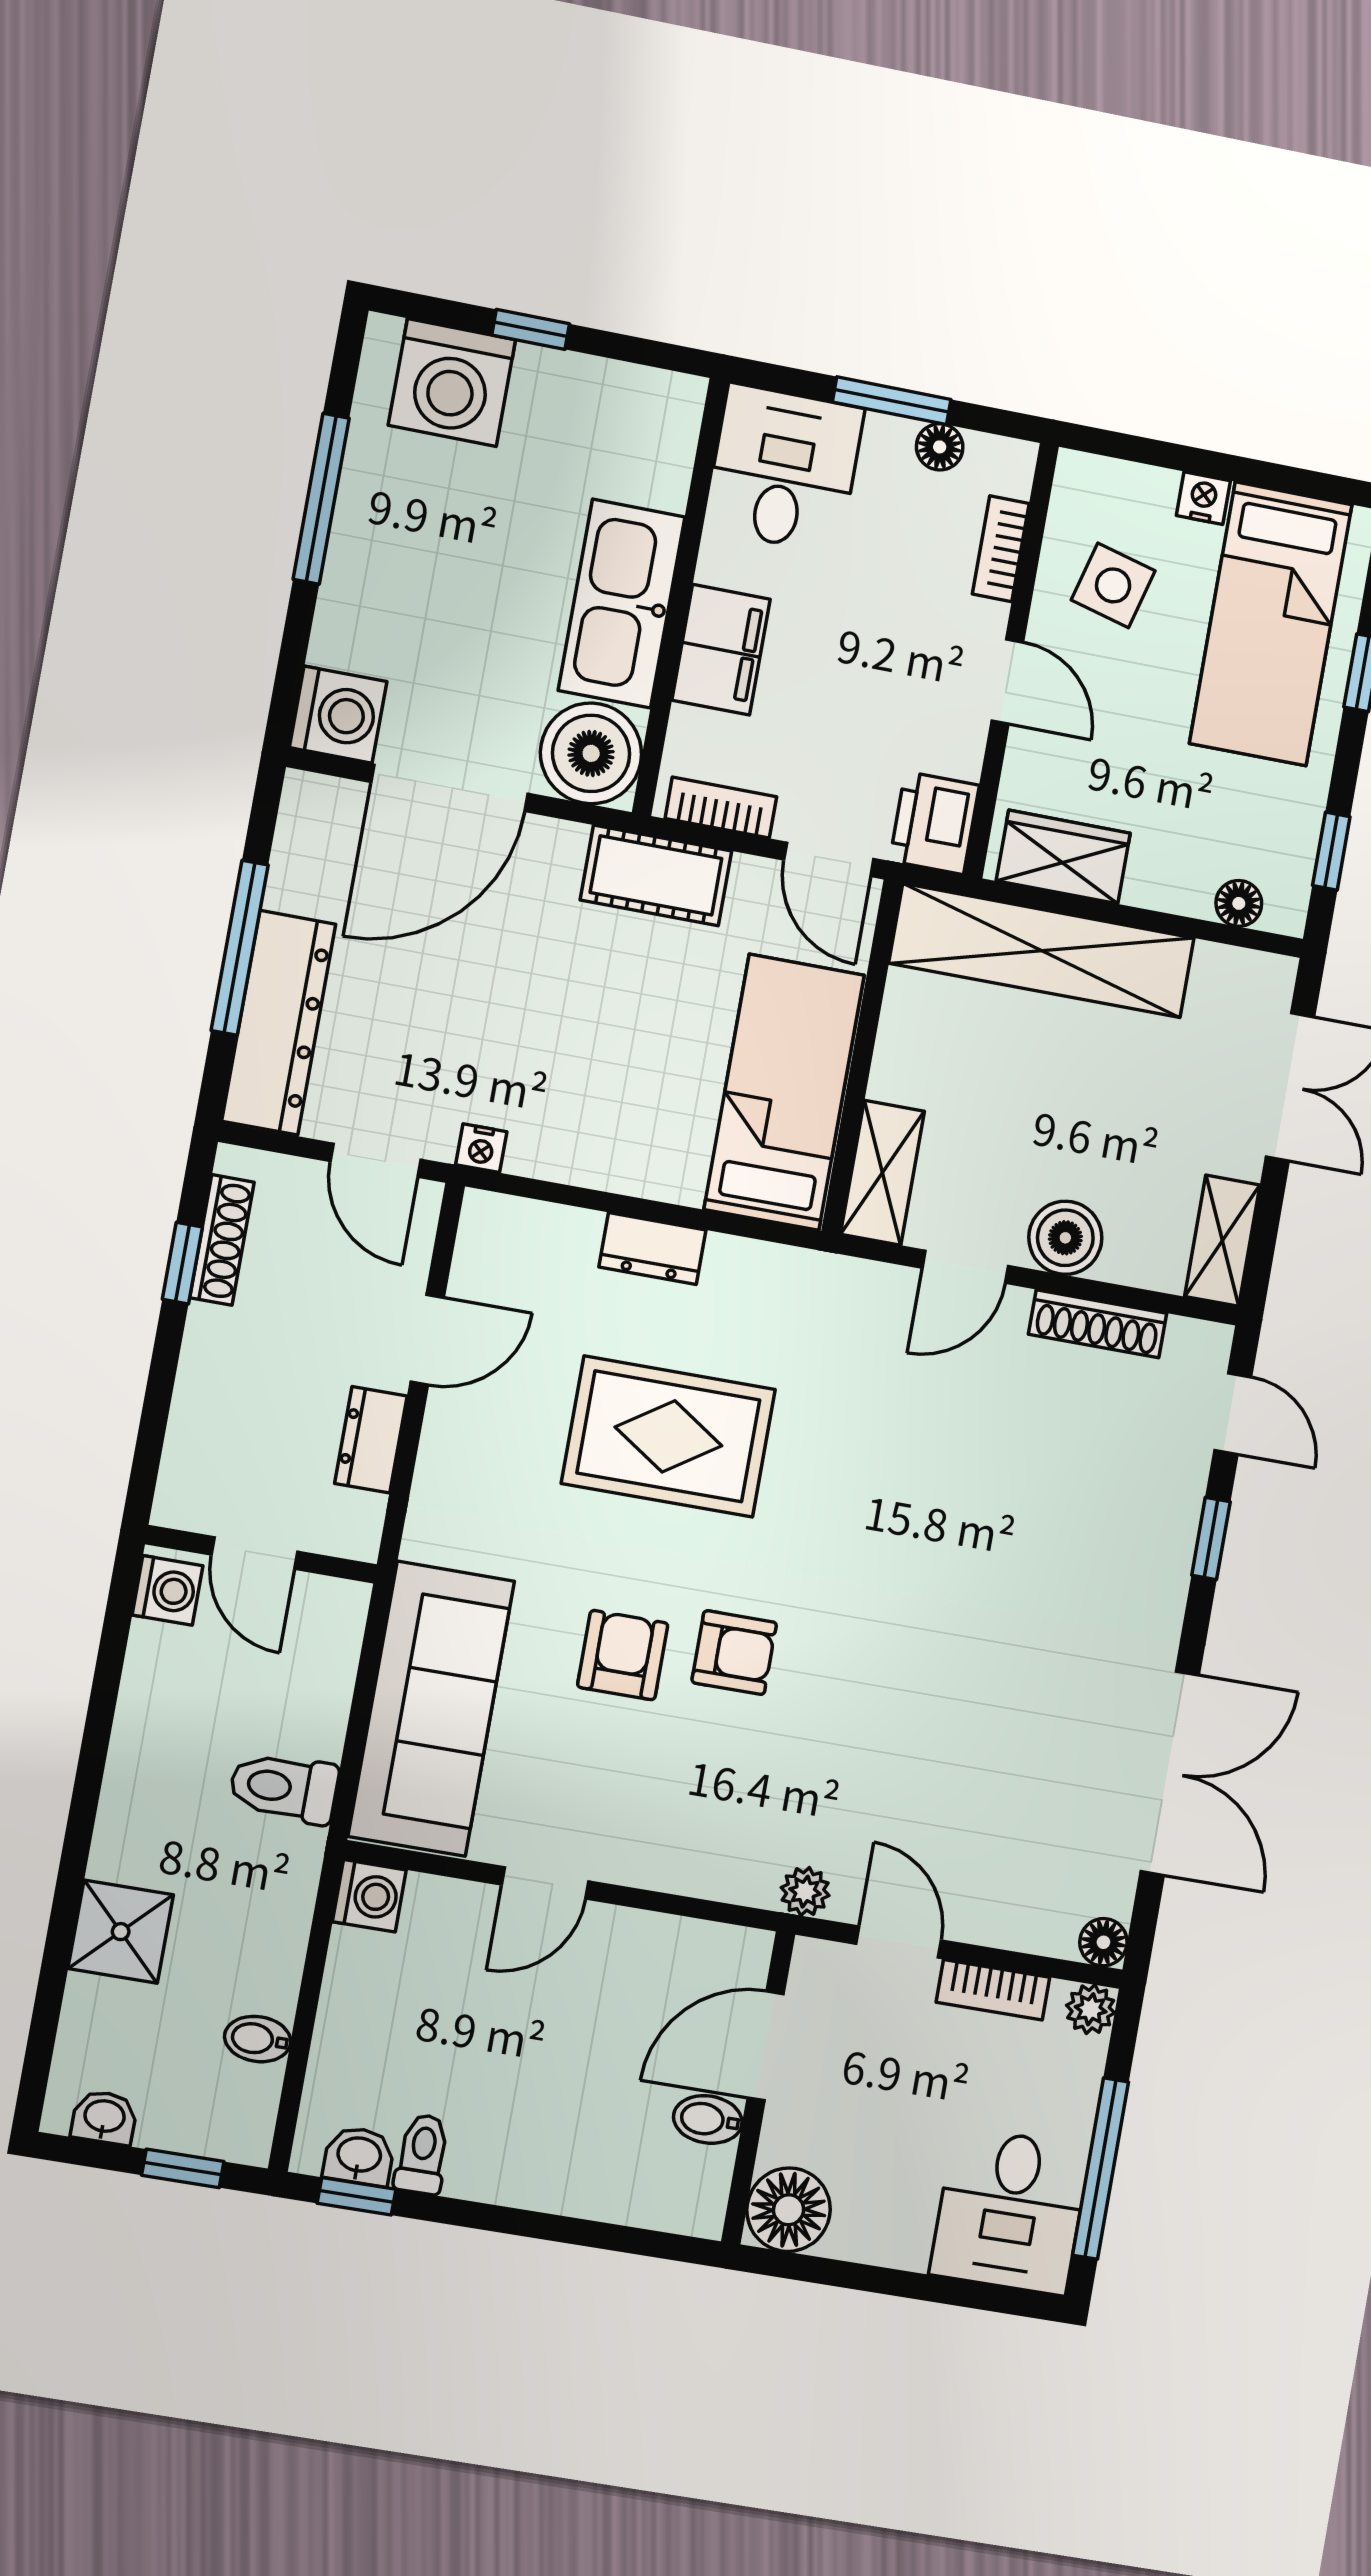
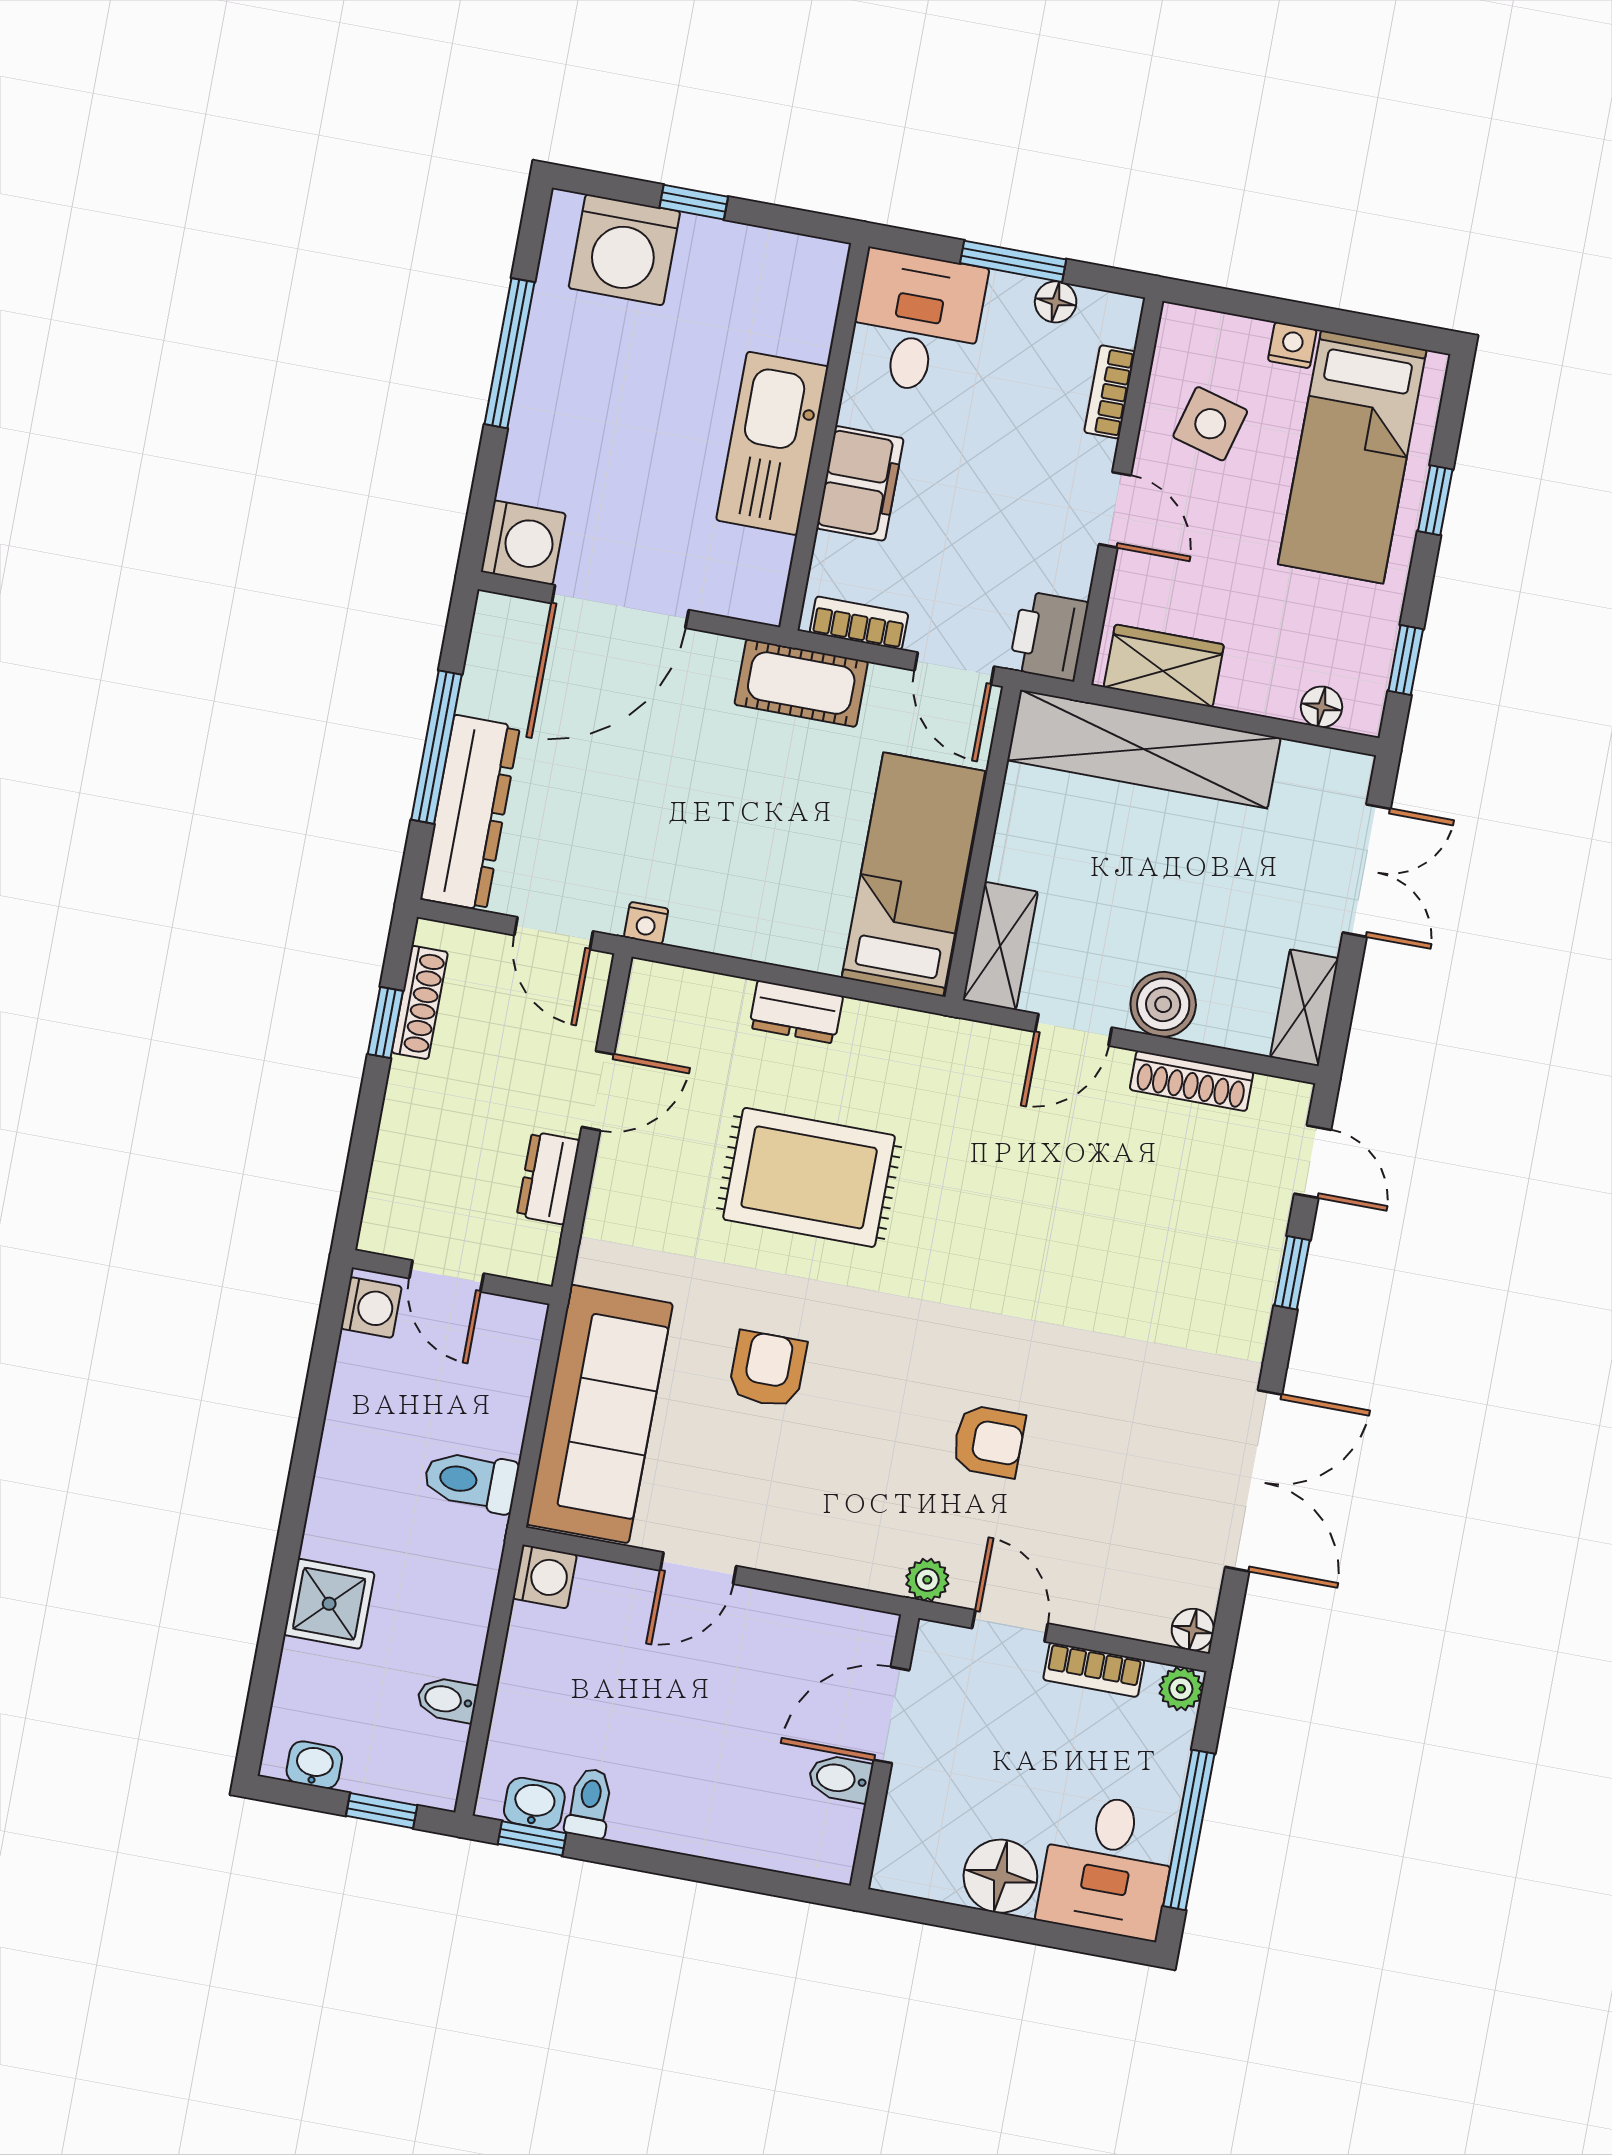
boiler: (591, 753) -> (745, 576), removed
armchair: (734, 1653) -> (989, 1441), moved
floor lamp: (789, 2210) -> (1000, 1876), moved

